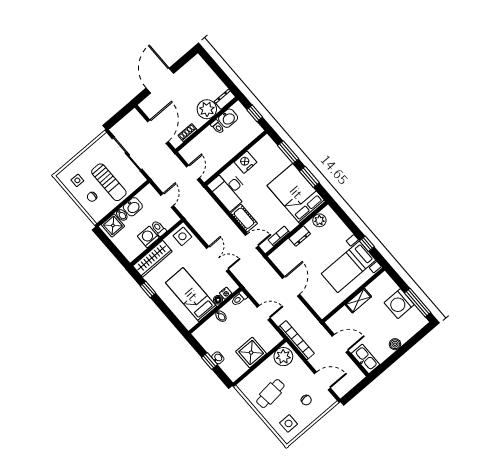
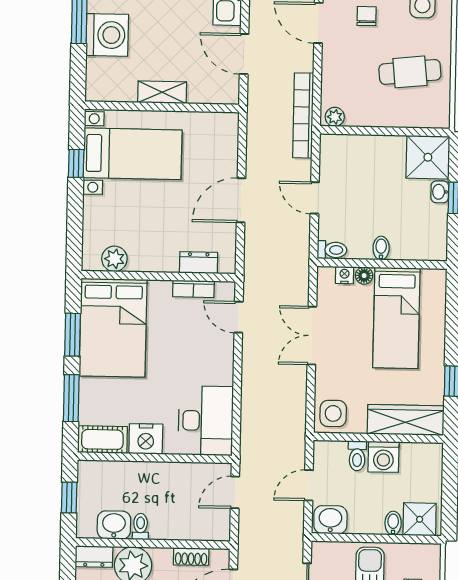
washbasin: (133, 207) -> (330, 520), moved
cot: (244, 218) -> (102, 439), moved, turned 90
dresser: (300, 236) -> (199, 263), moved
shower: (251, 353) -> (428, 157), moved
plant: (283, 357) -> (335, 117), width x0.53, depth x0.53

